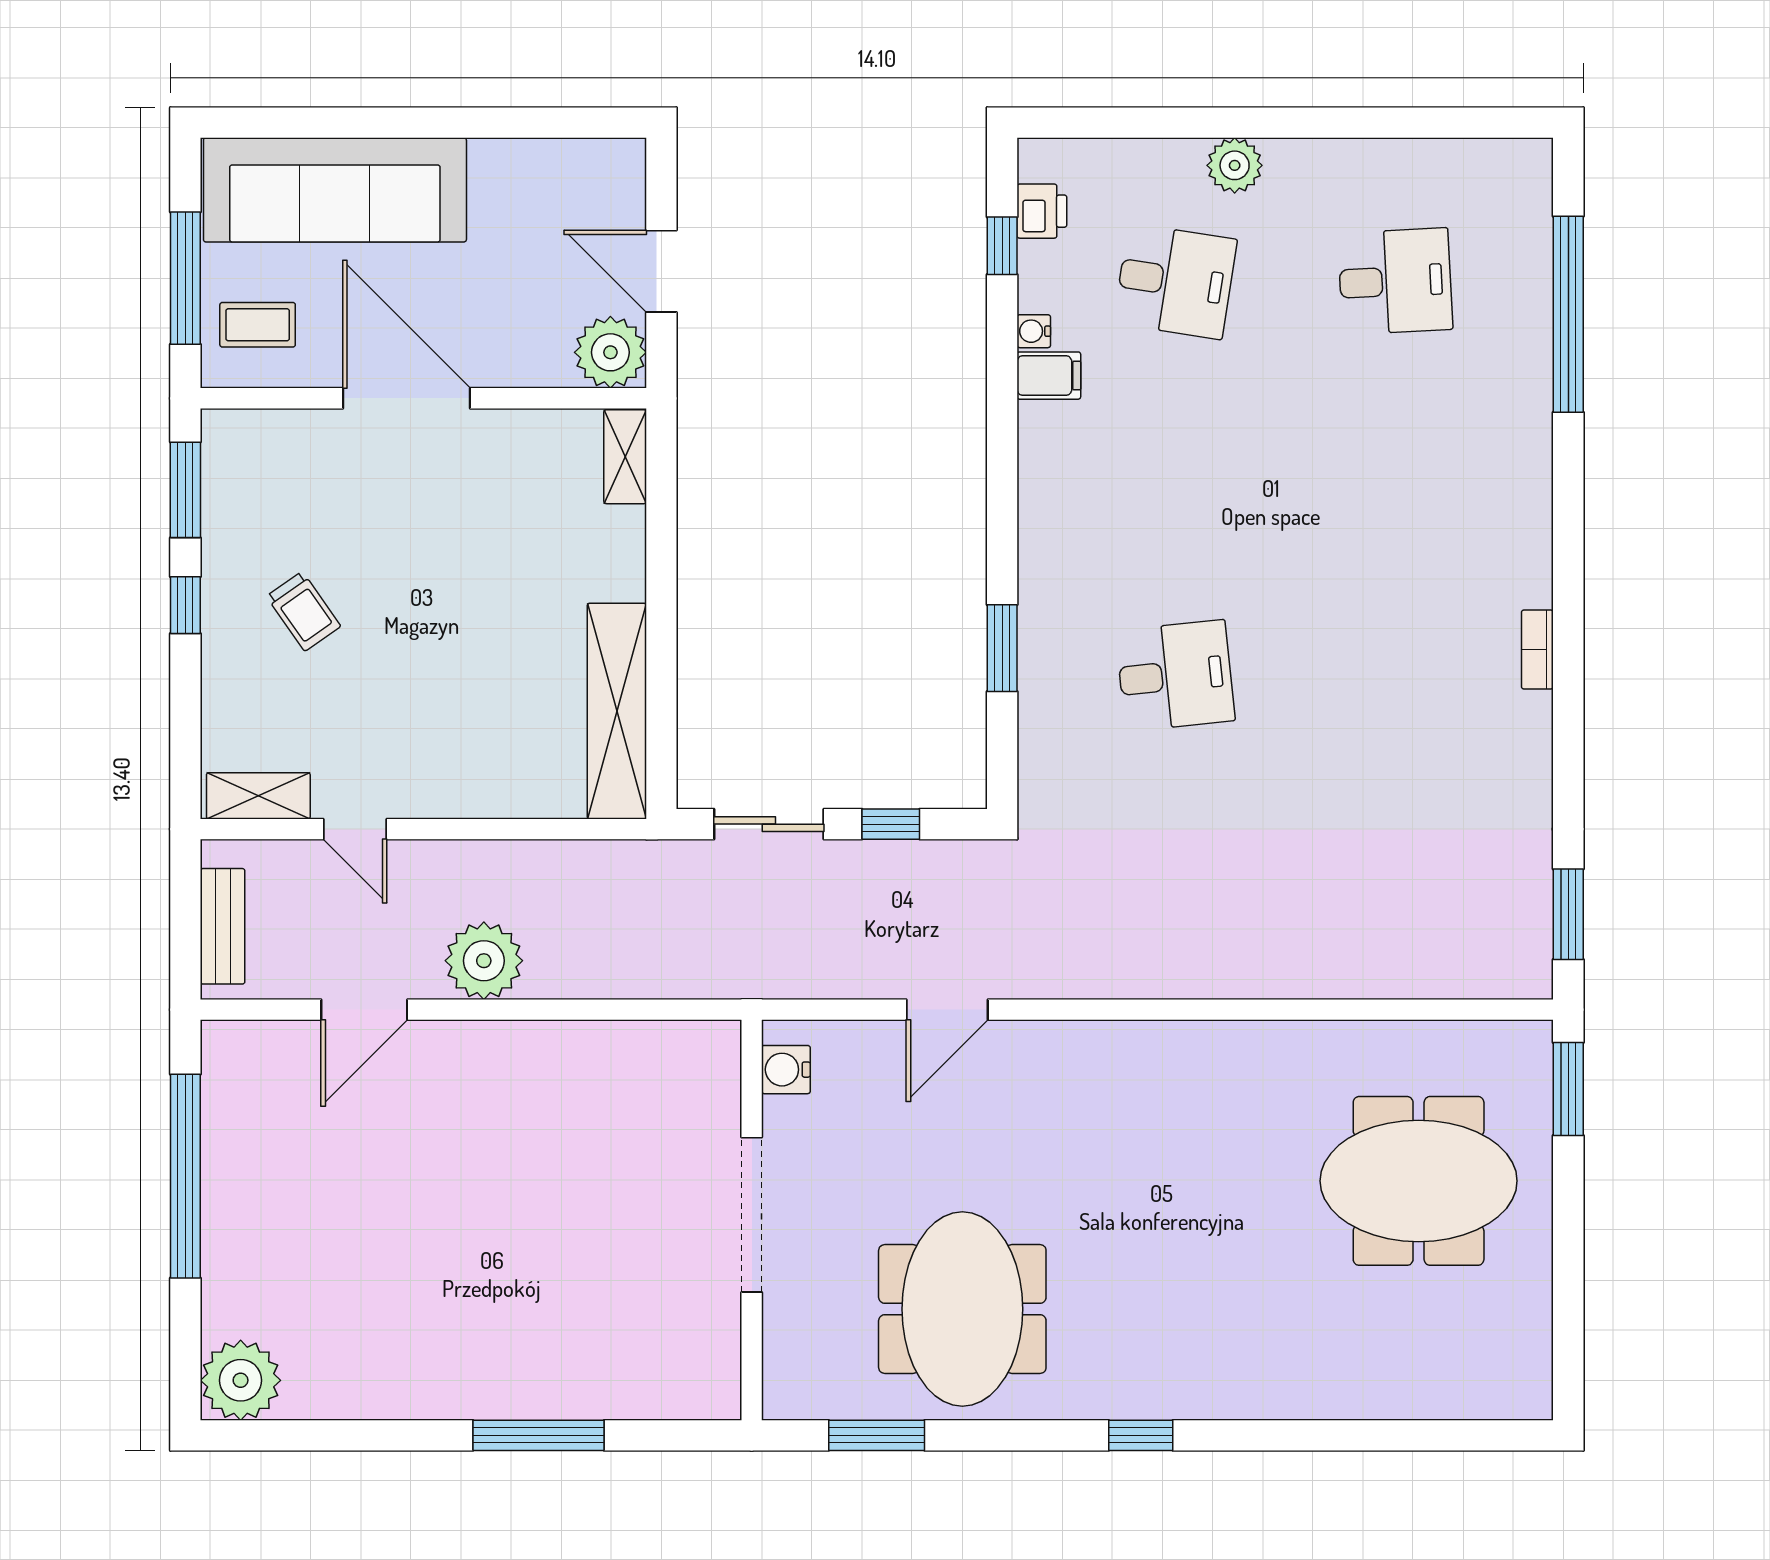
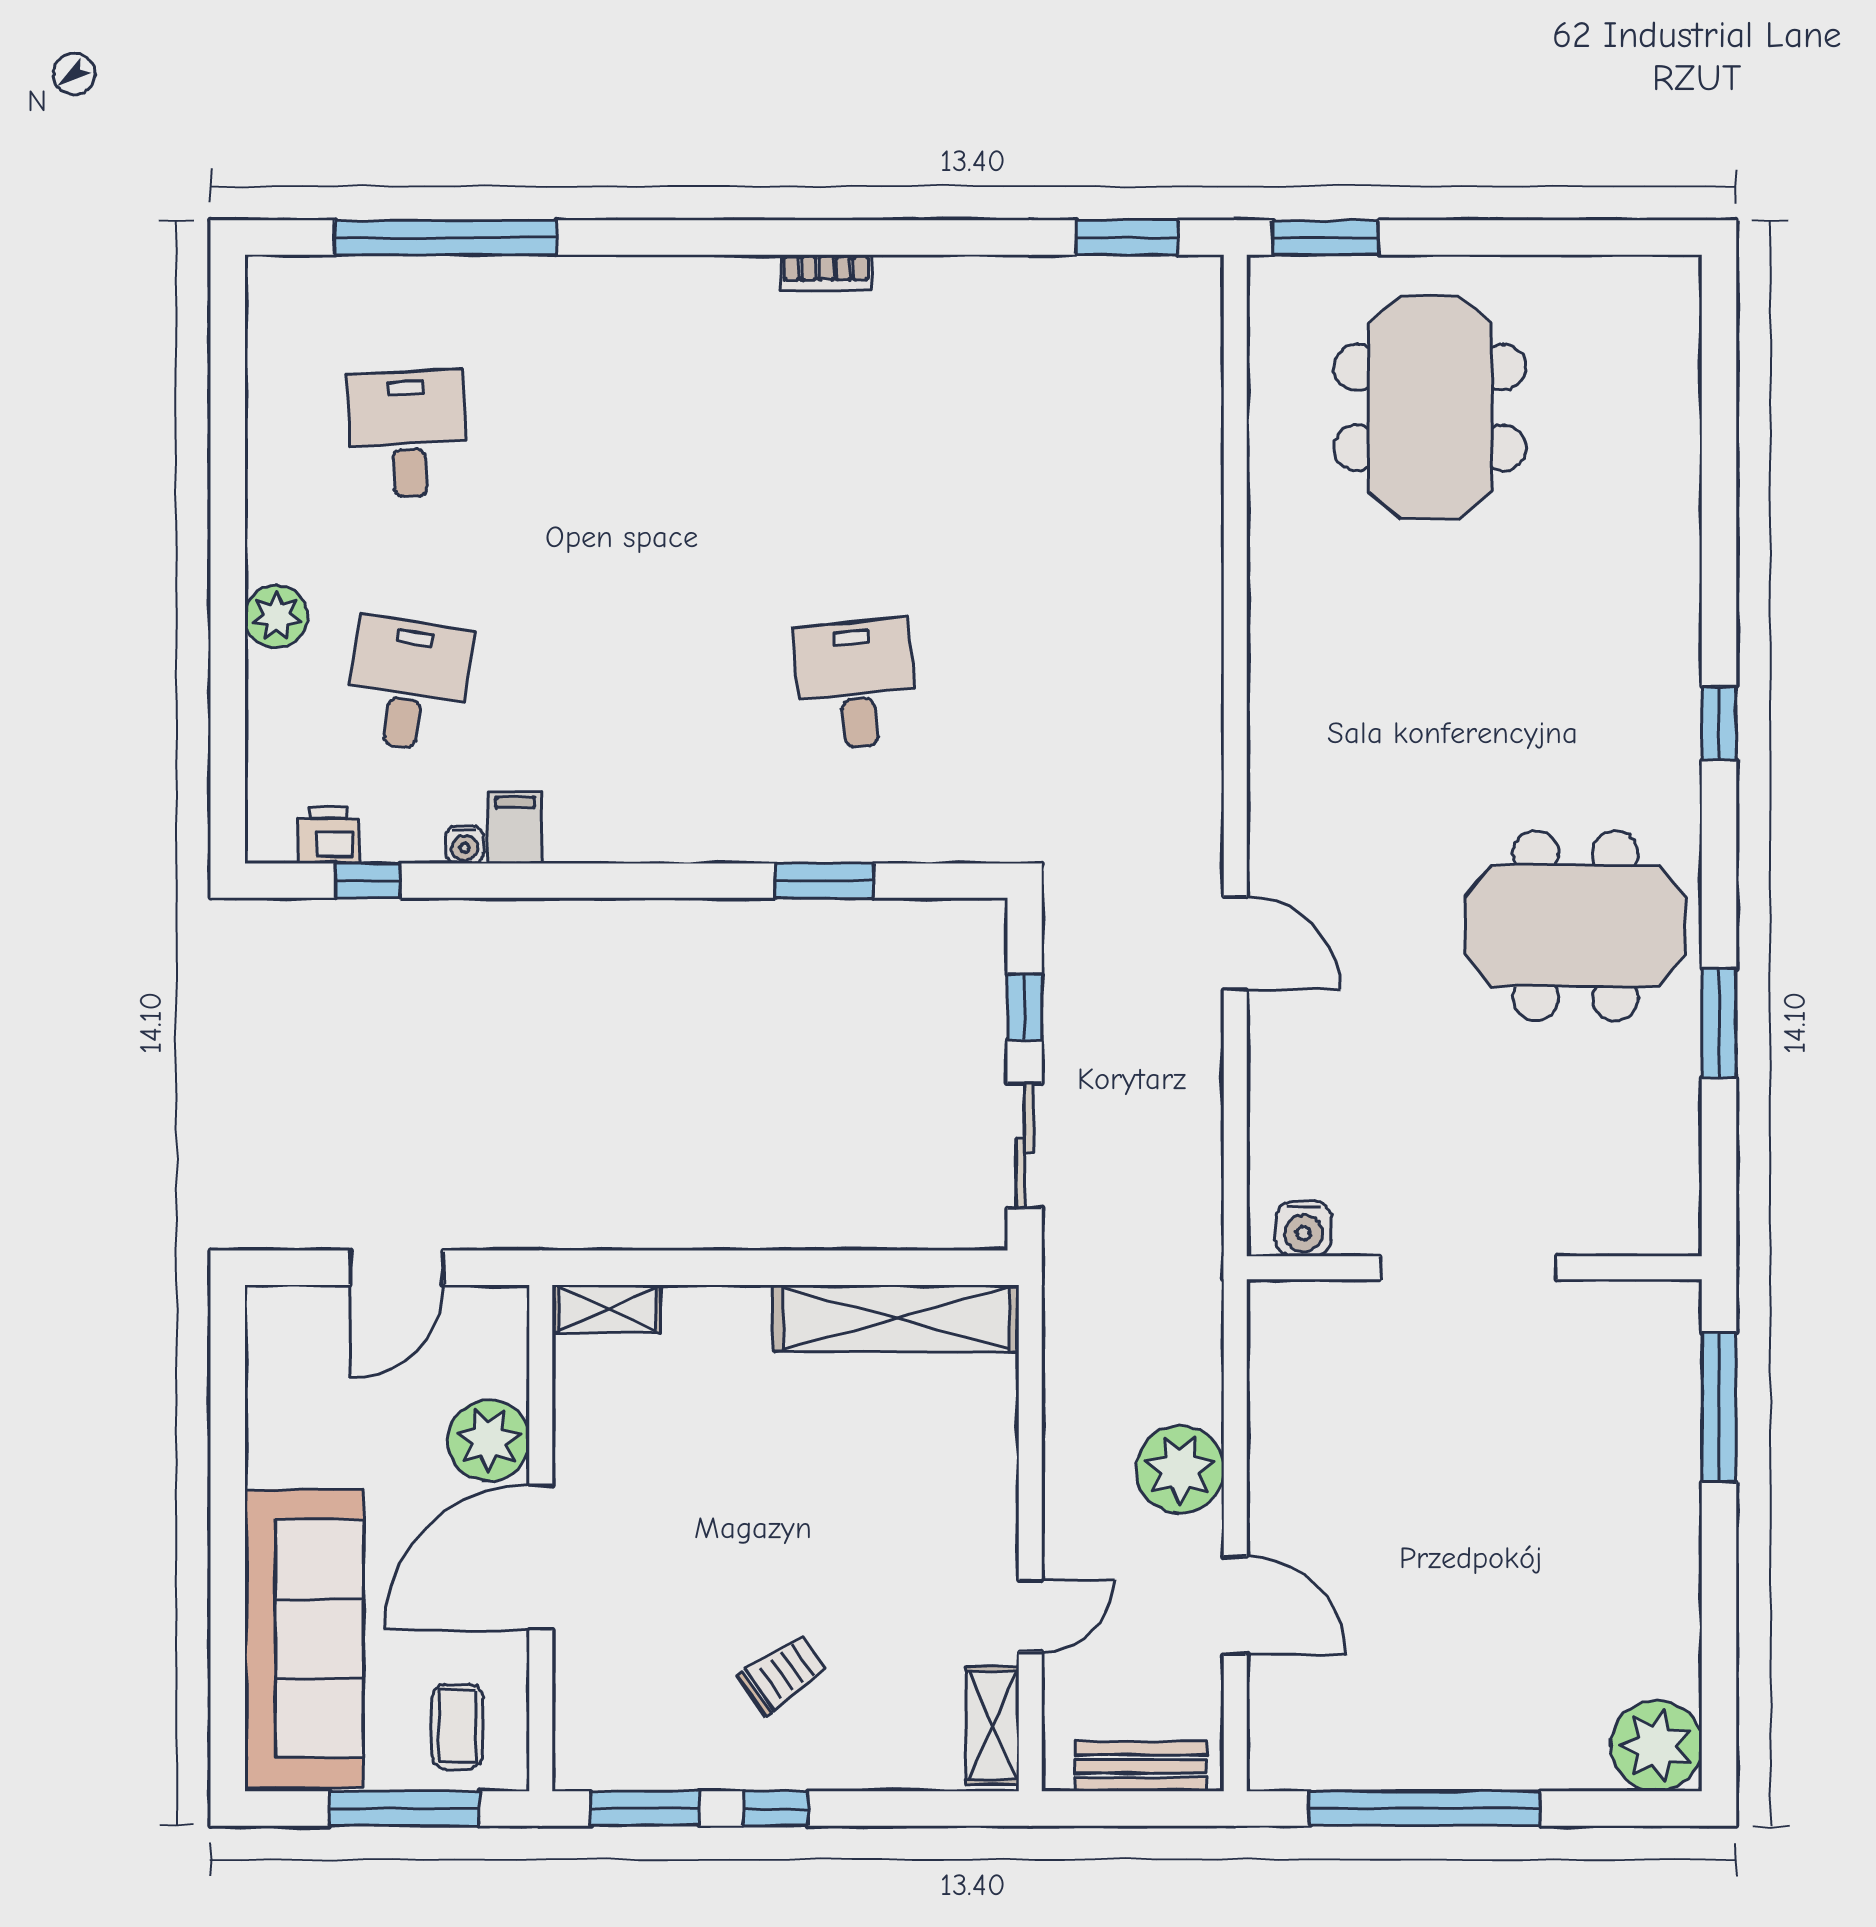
plant: (610, 352) -> (489, 1440), moved
water cooler: (786, 1070) -> (1303, 1229), moved
doorway: (752, 1215) -> (1468, 1268), moved
wall: (752, 1220) -> (1474, 1268), moved

